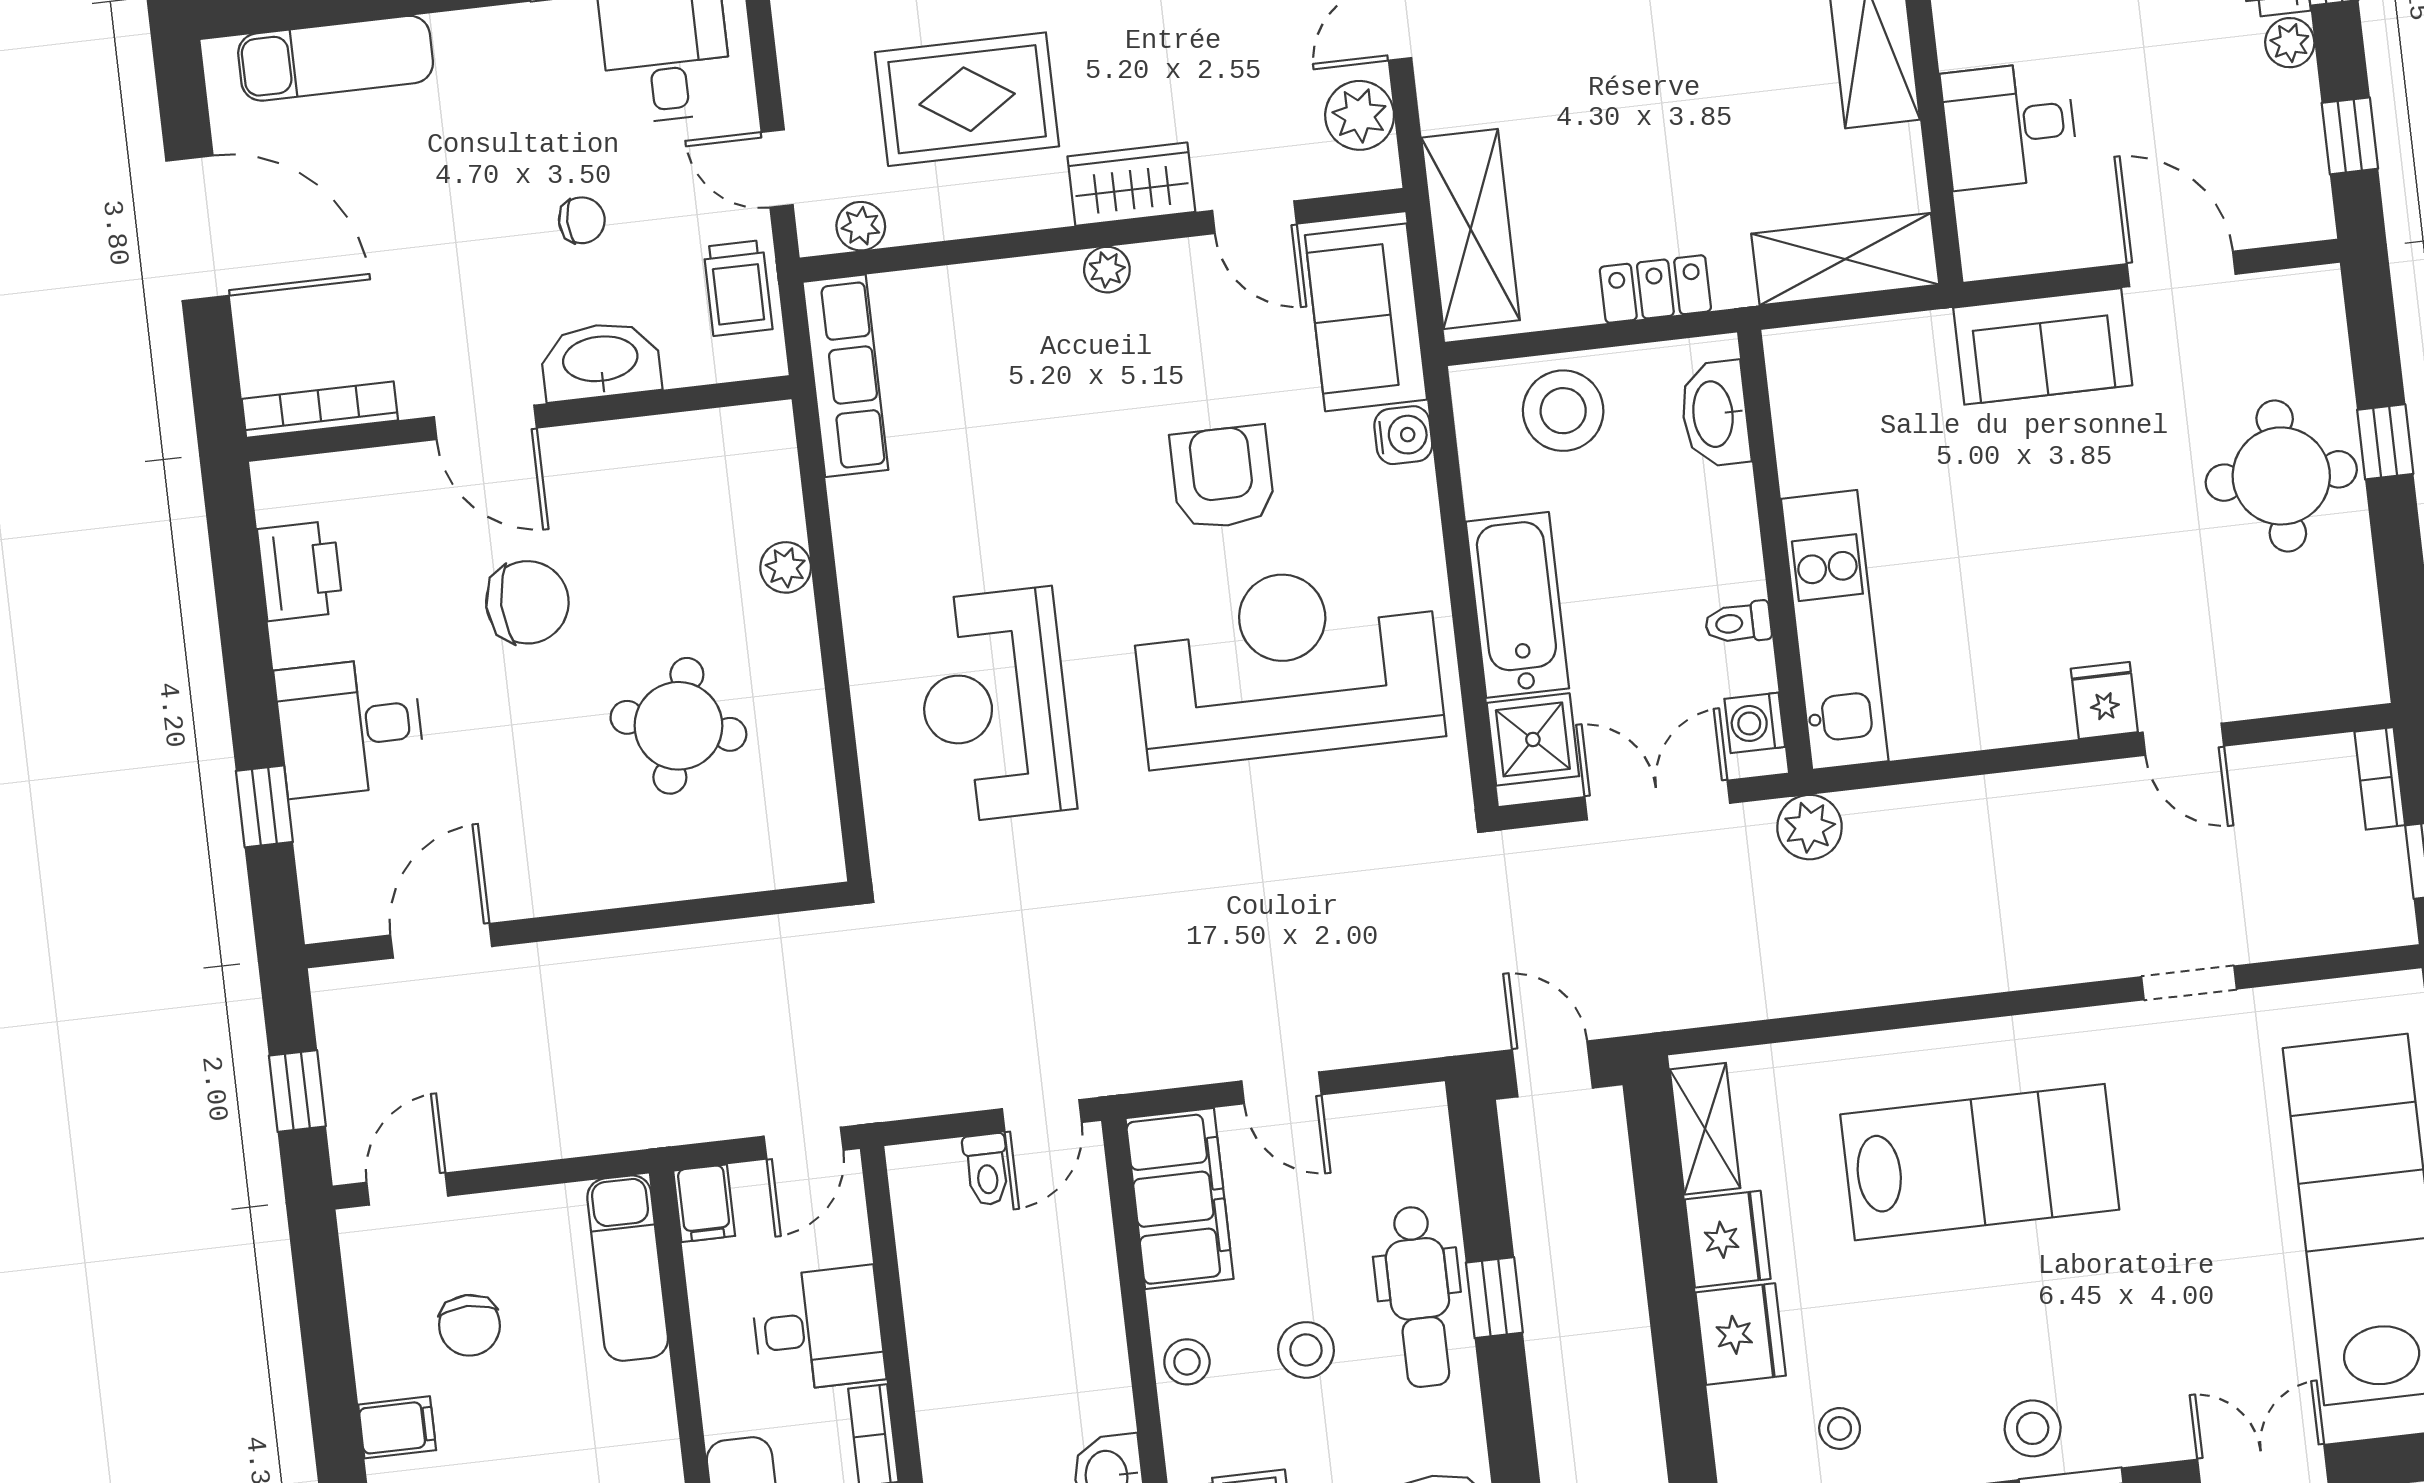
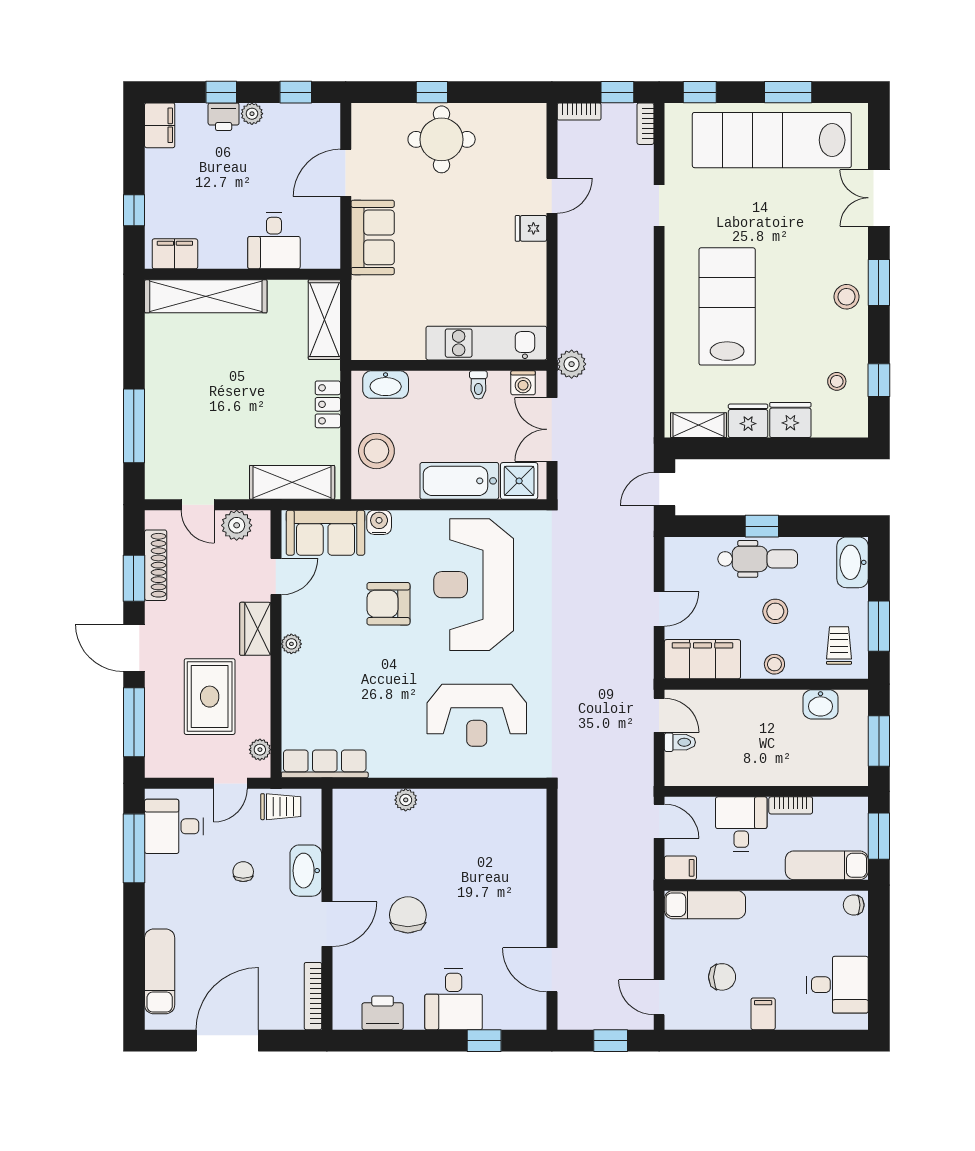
round table: (678, 726) -> (470, 855), removed
bookcase: (2370, 931) -> (645, 124), added

